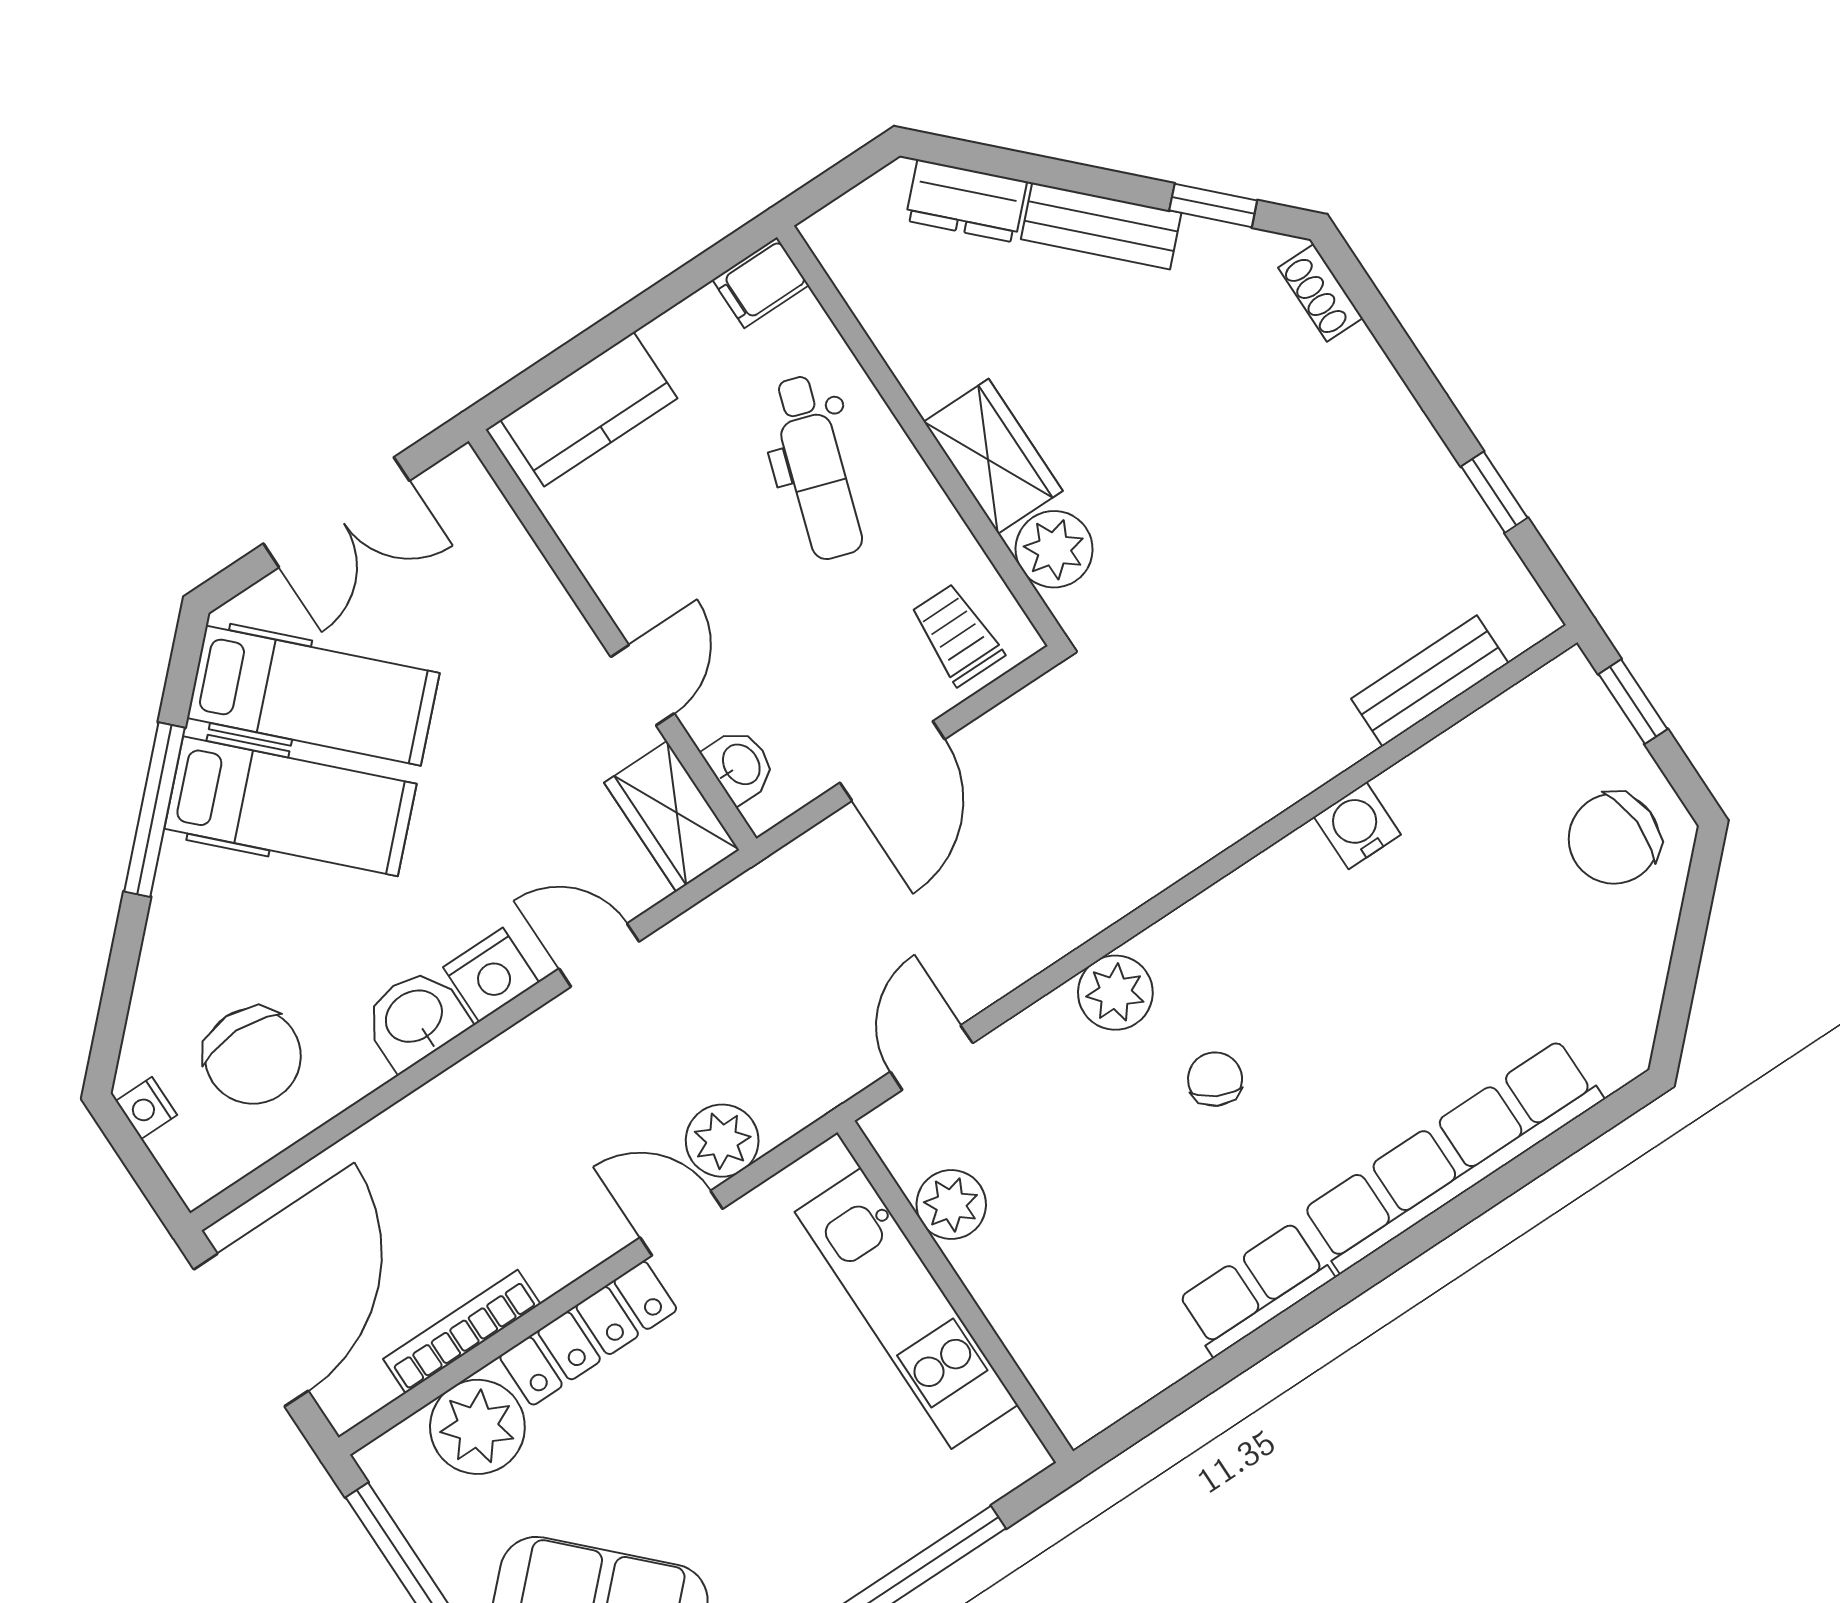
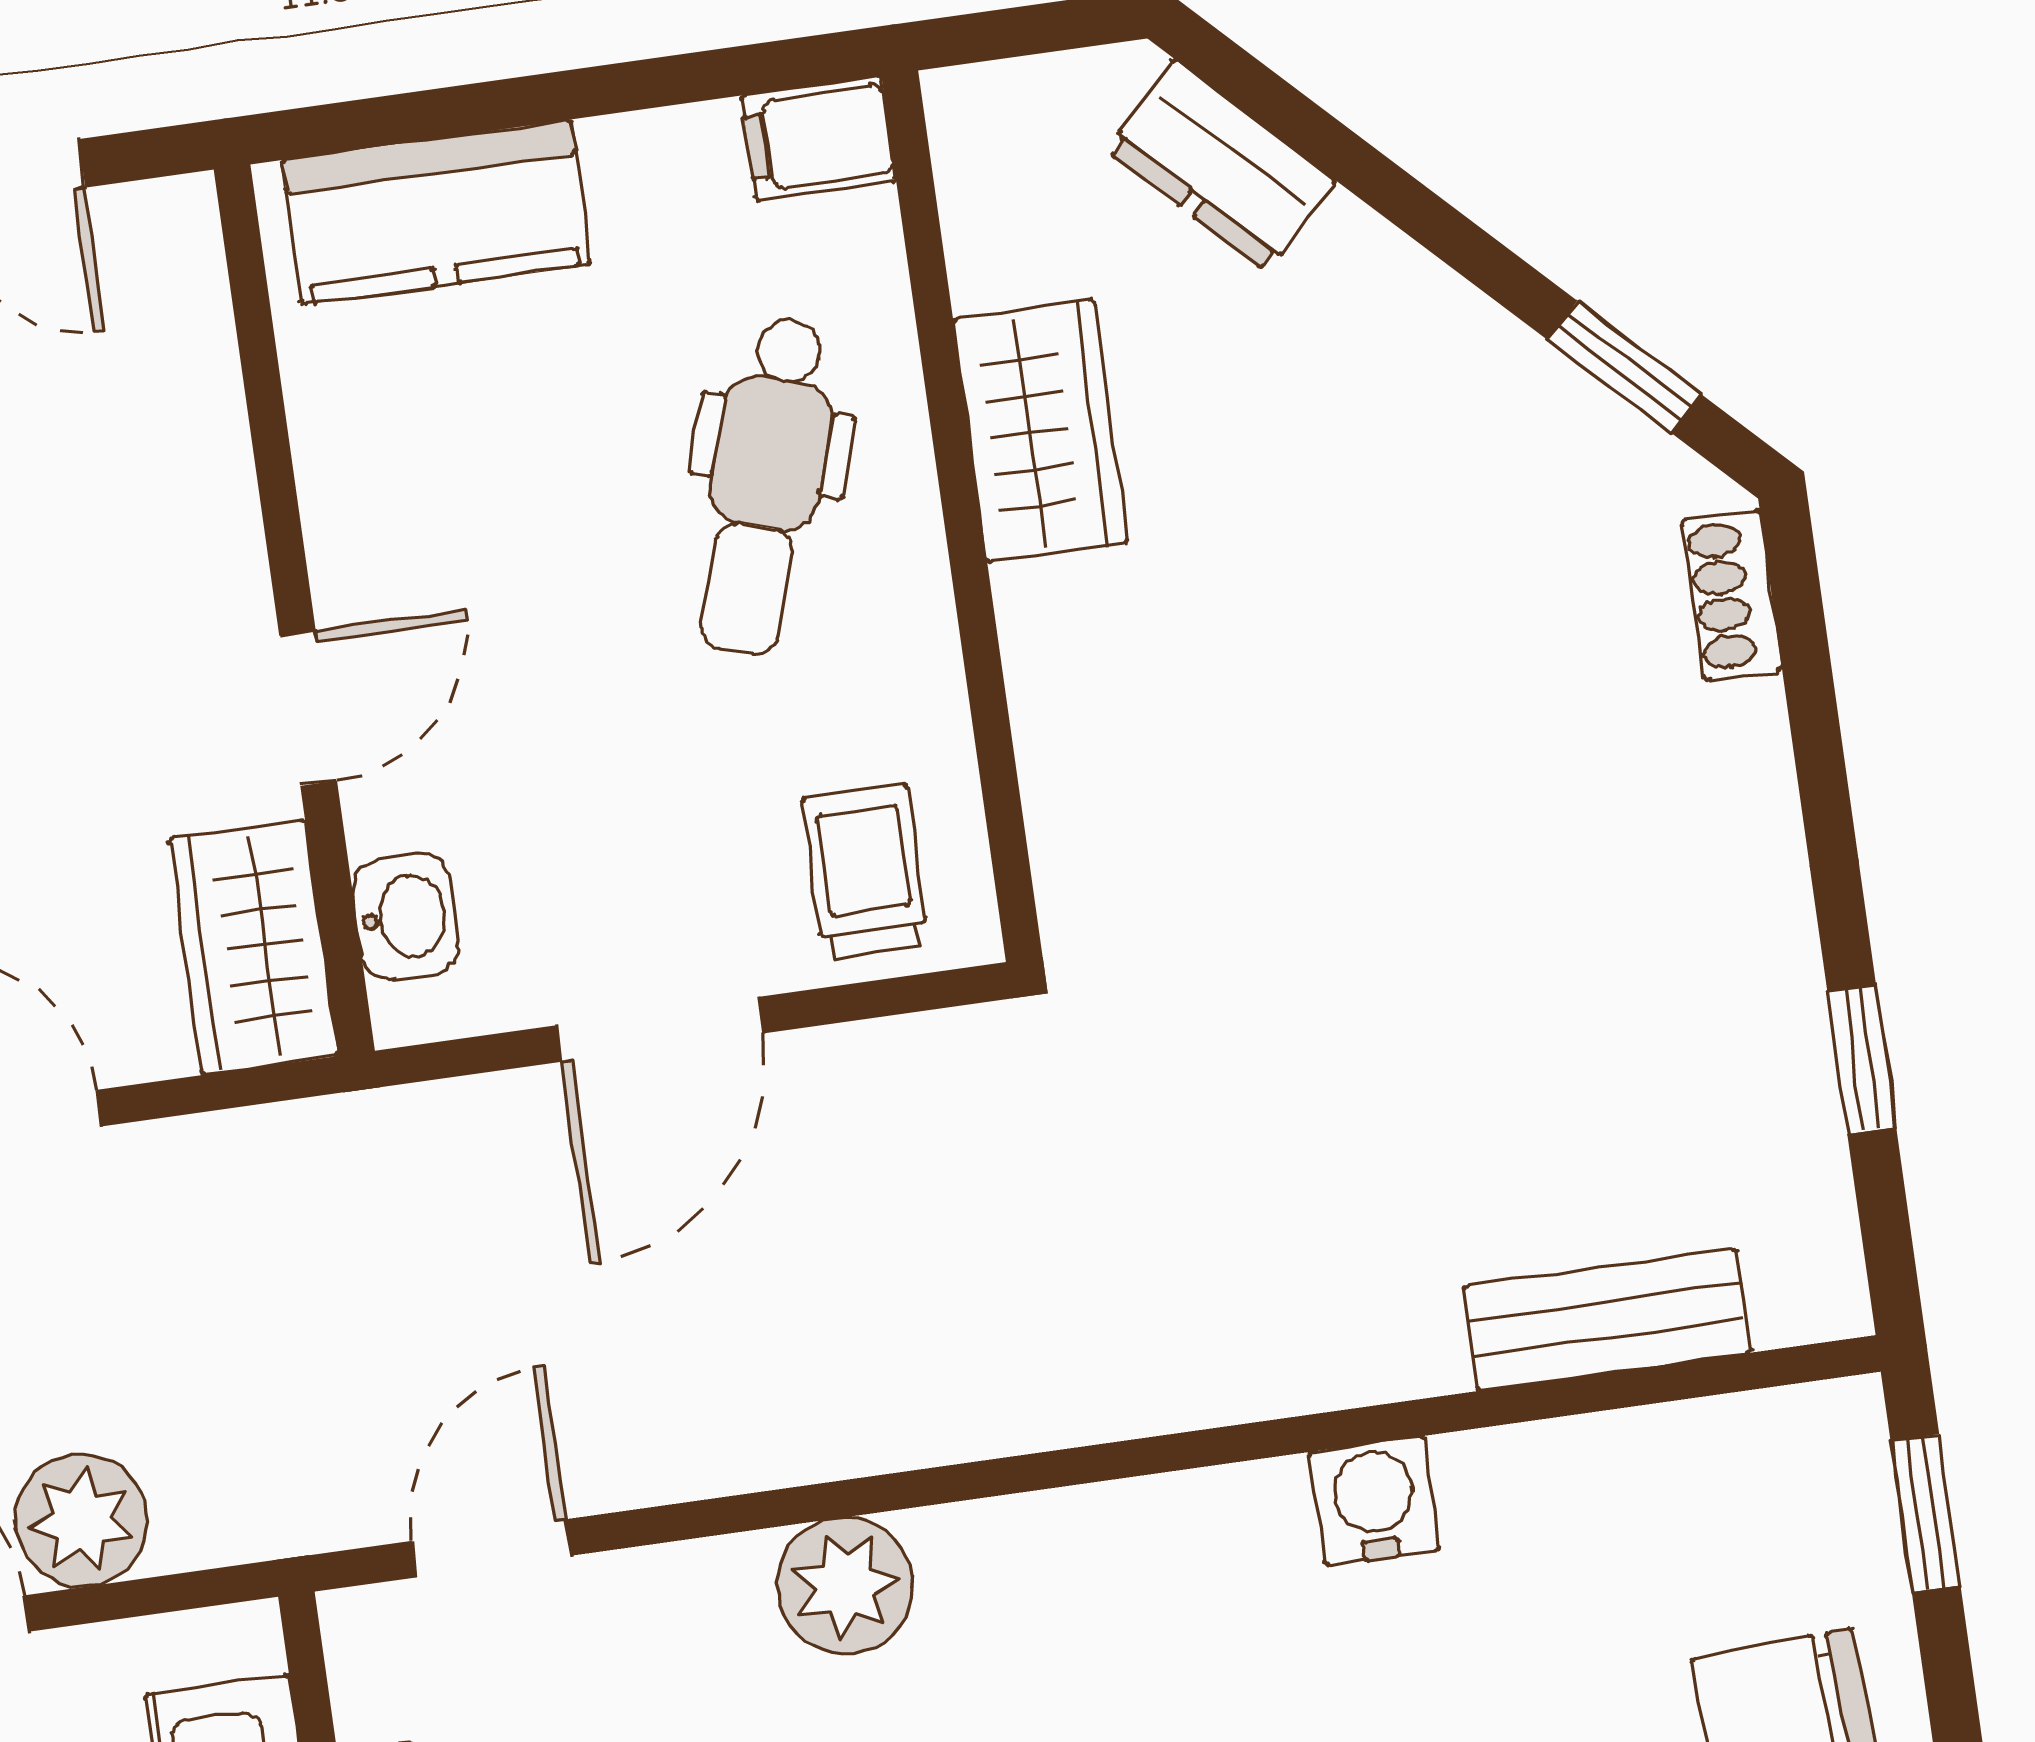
bench: (1101, 226) -> (1424, 313), removed
wardrobe: (993, 456) -> (1040, 431), moved
plant: (1054, 549) -> (1092, 808), removed

